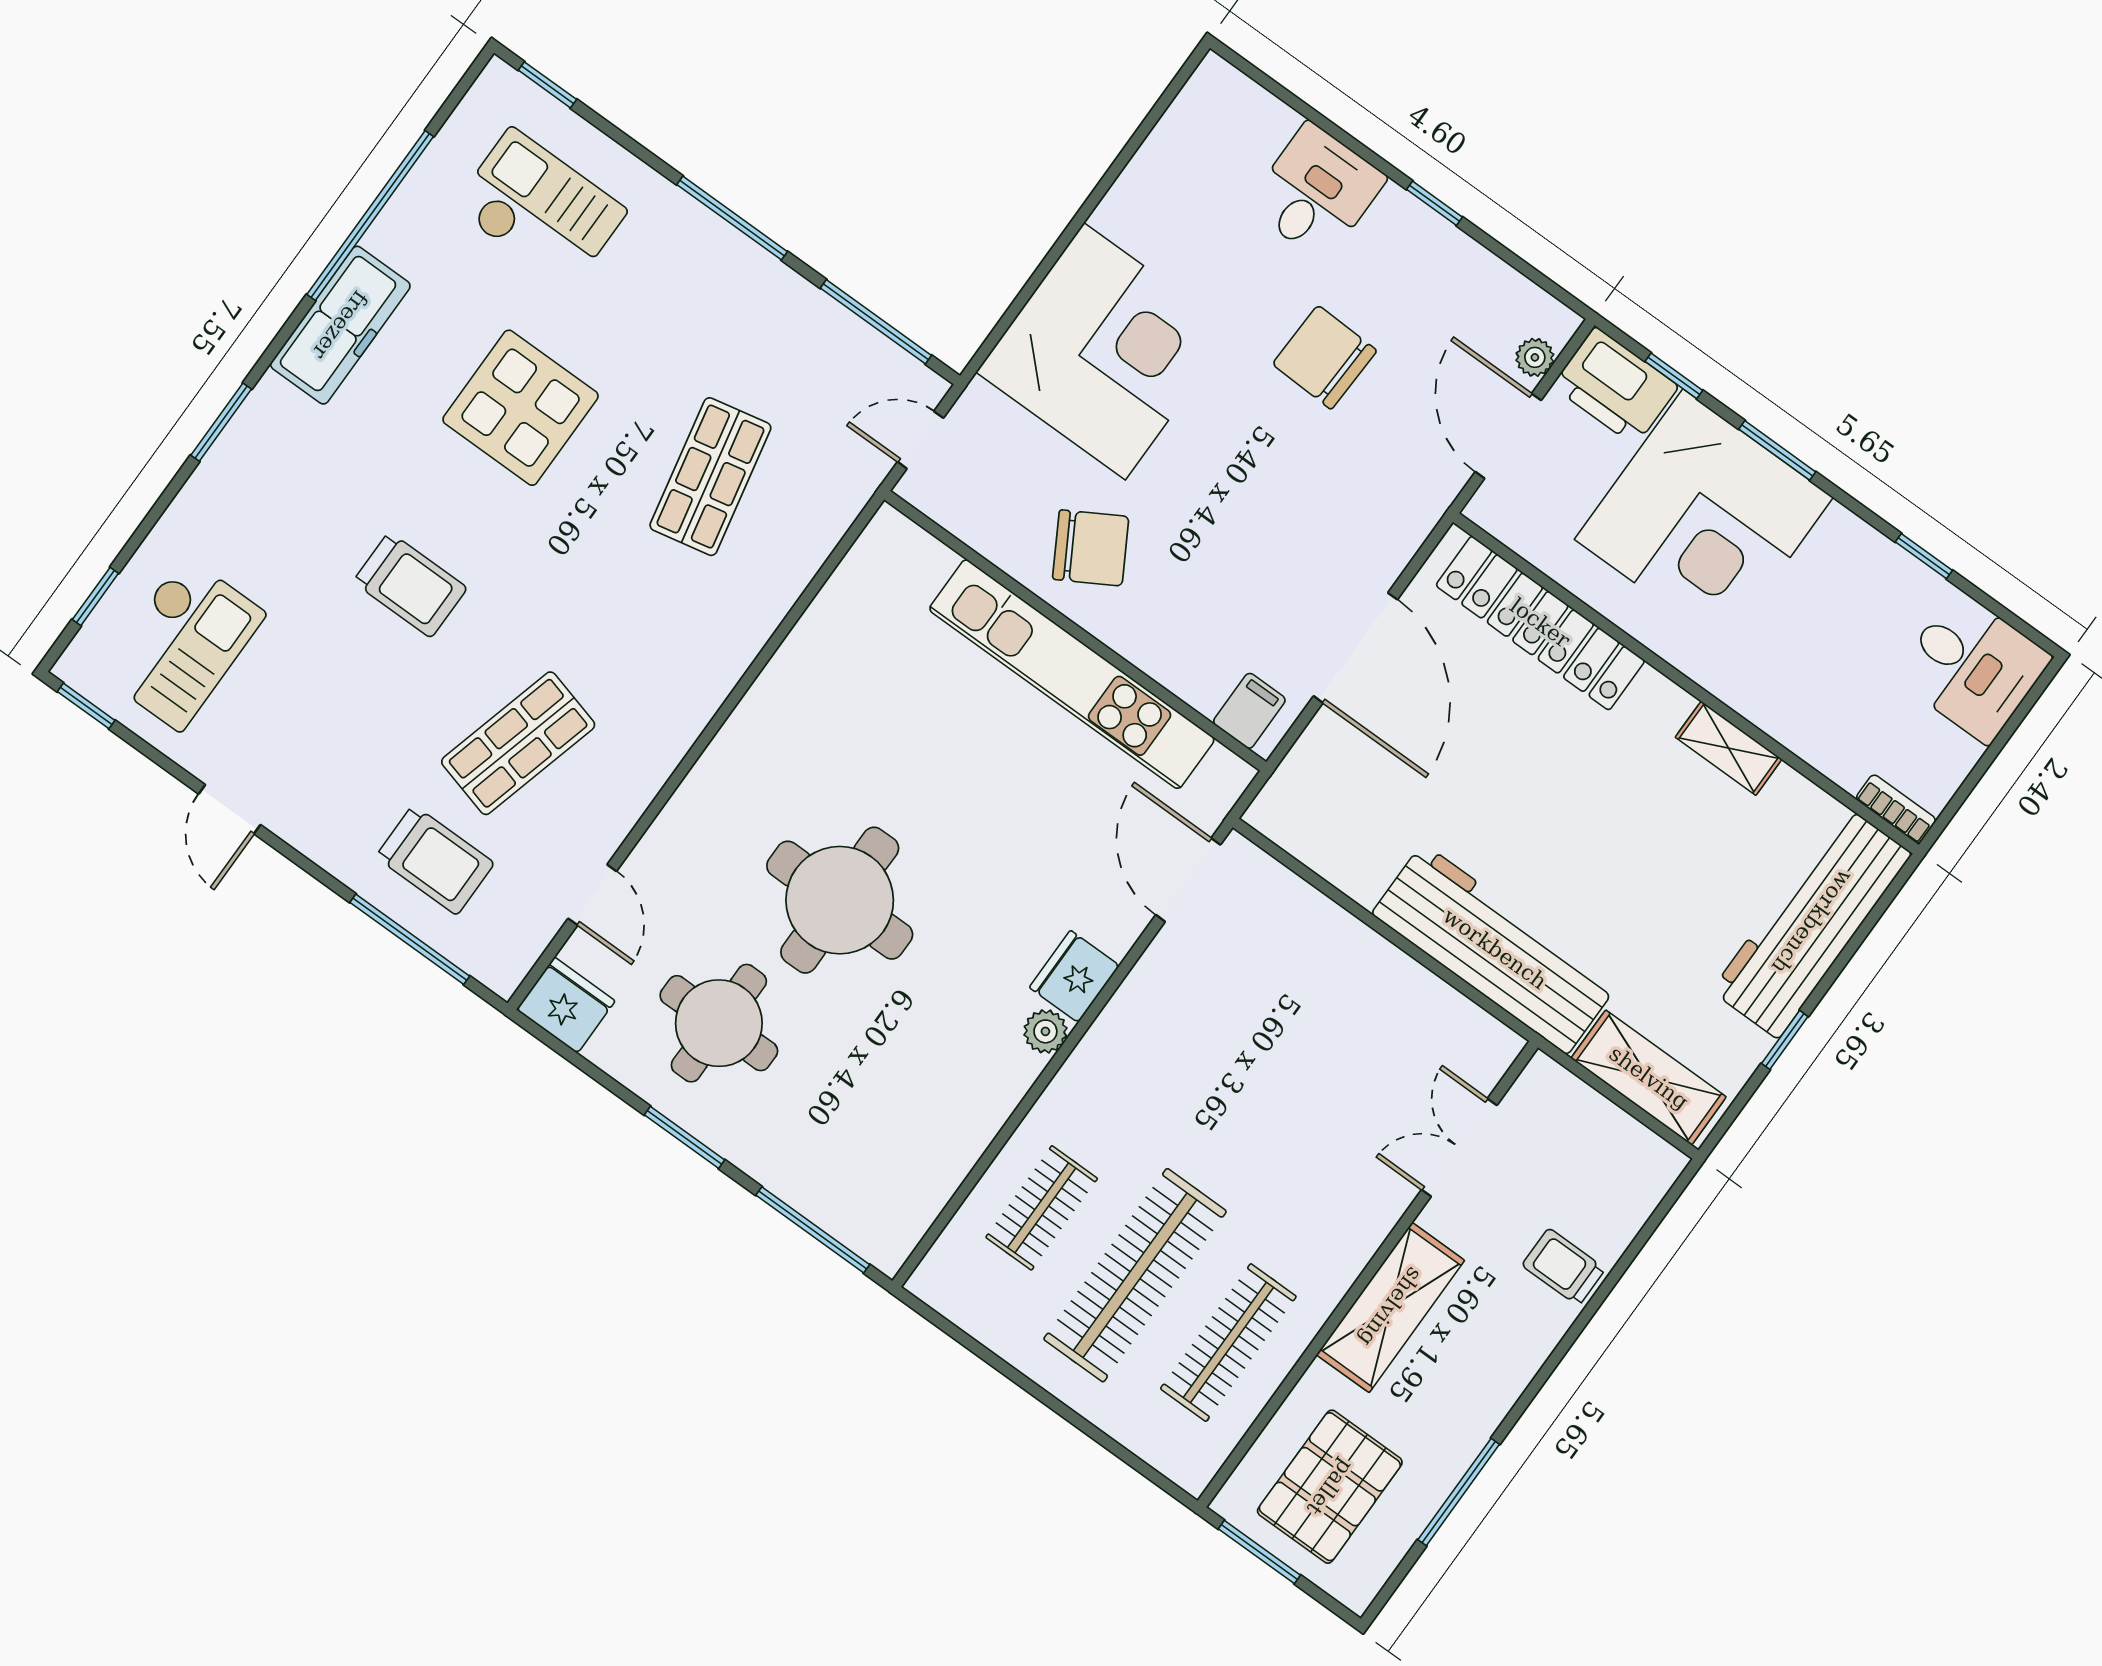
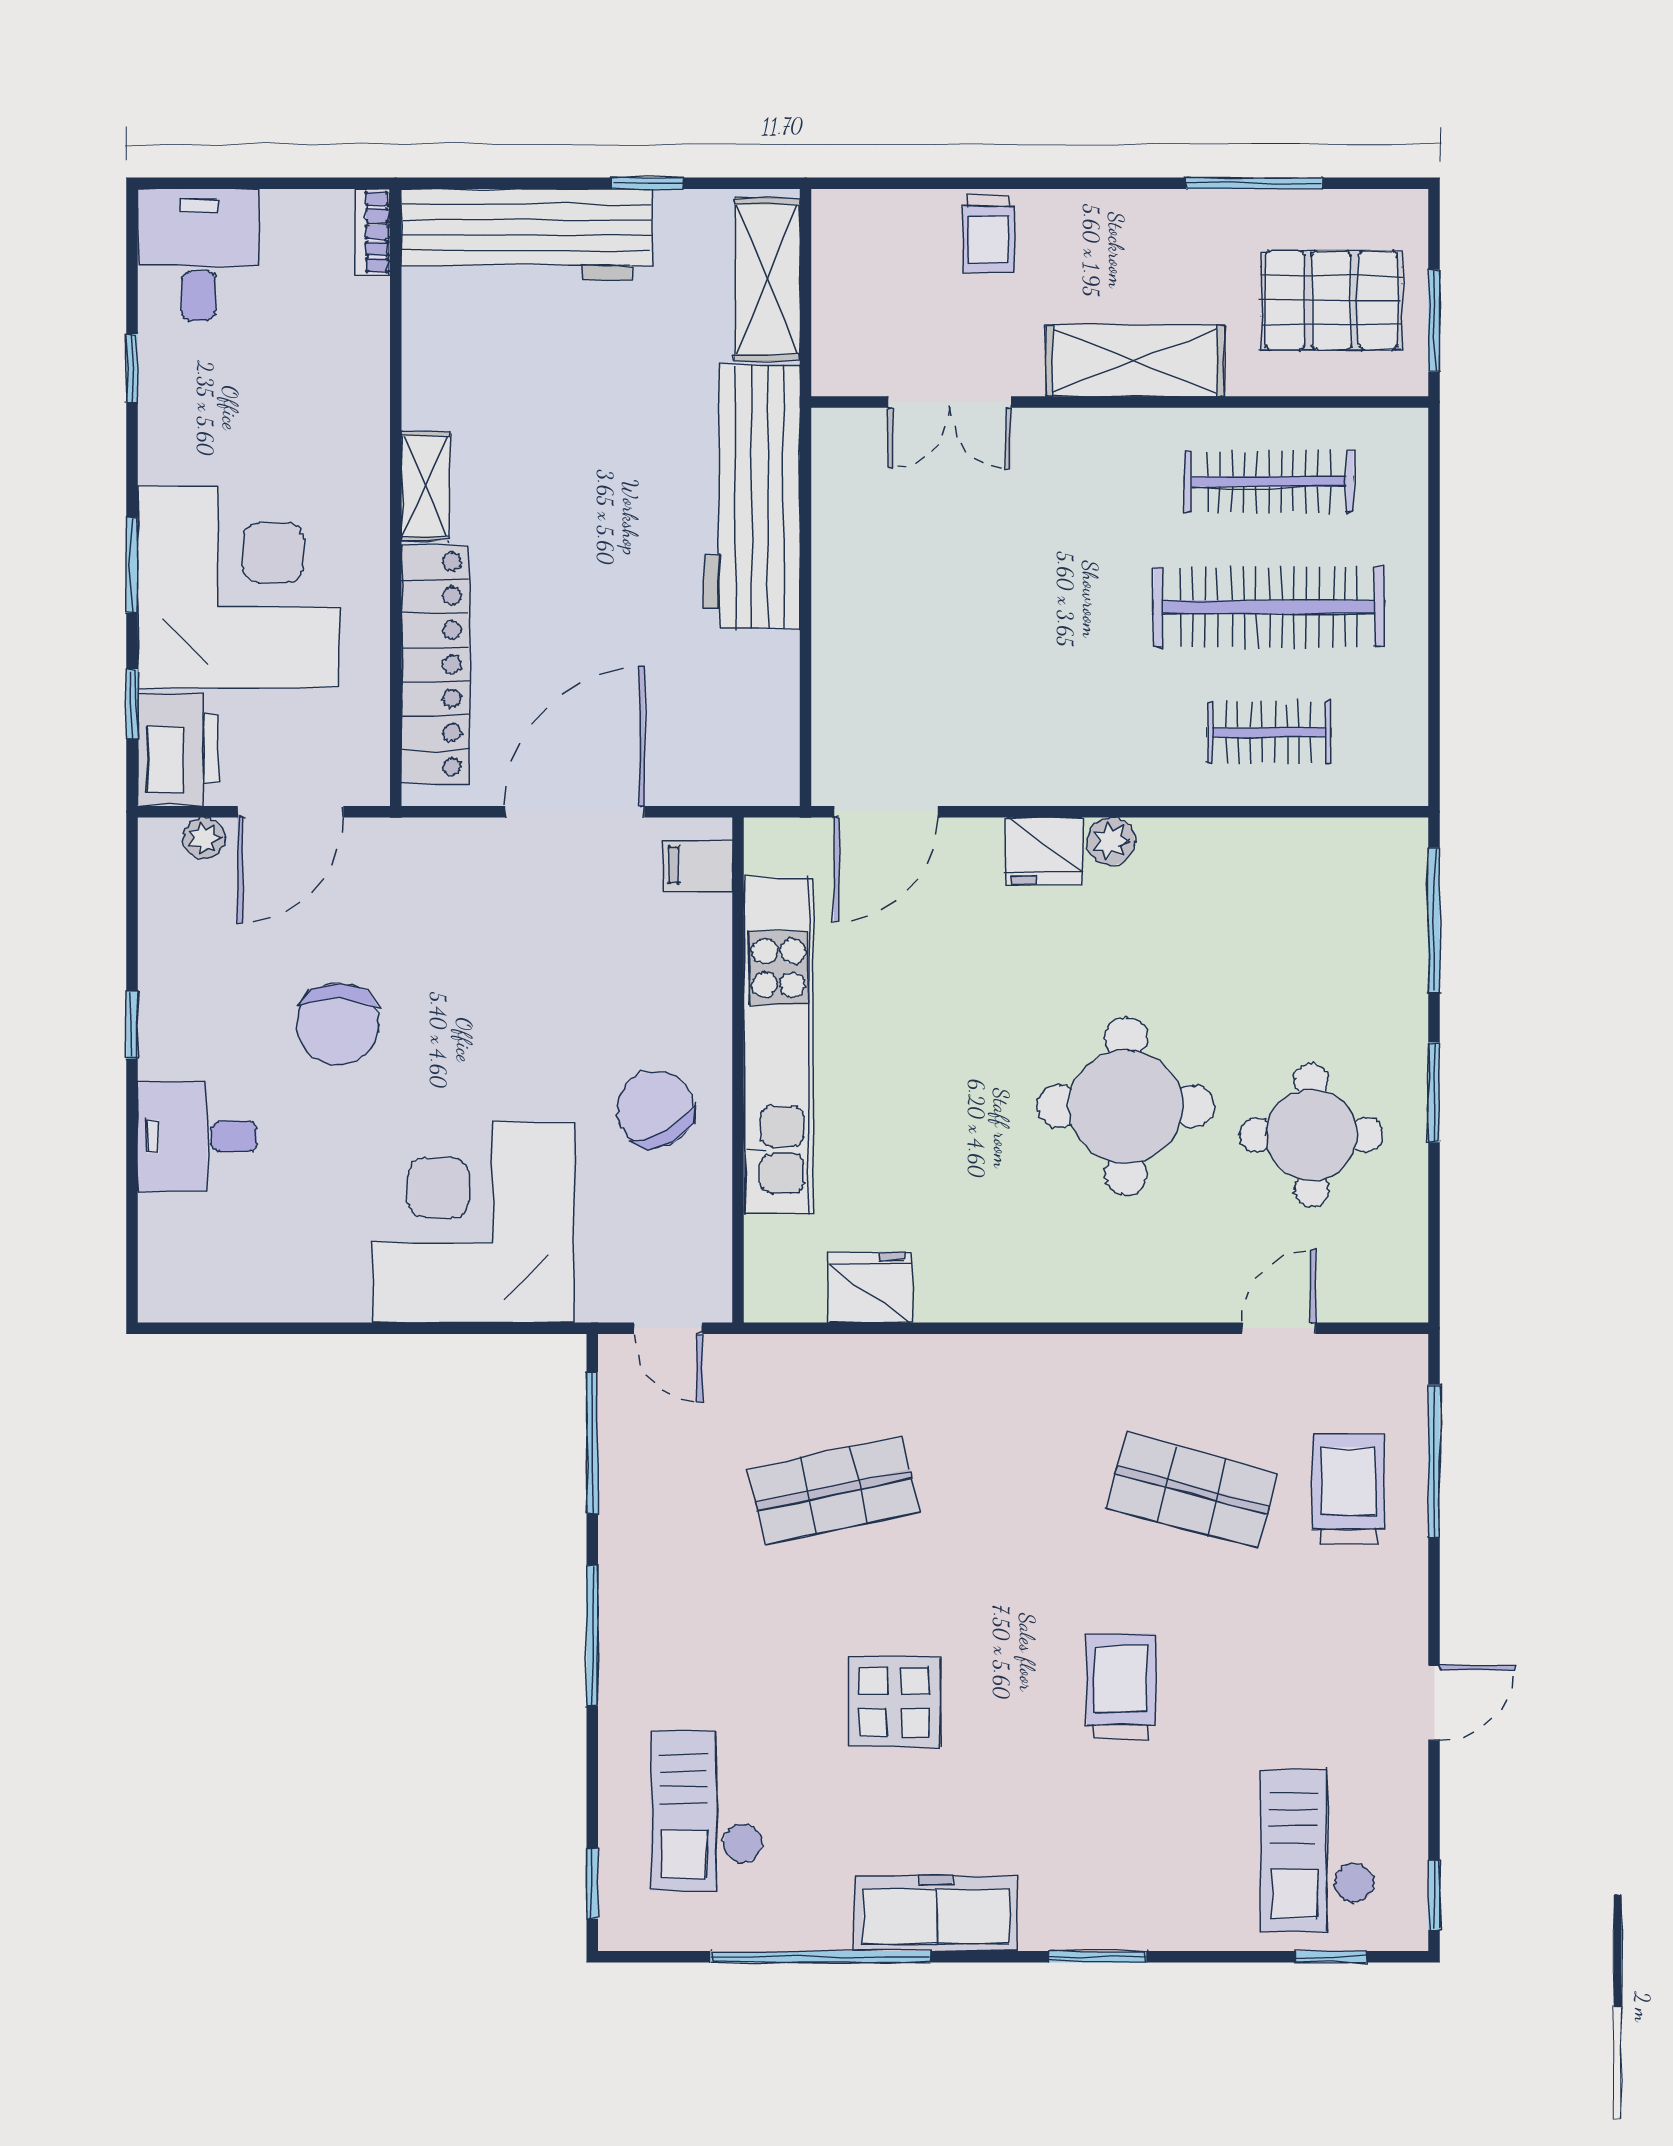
display table: (521, 408) -> (894, 1702), width x0.73, depth x0.73
checkout: (182, 643) -> (1318, 1850), turned -90
shelving: (1729, 748) -> (426, 486), moved
fridge: (566, 1005) -> (870, 1287), moved, turned 90

